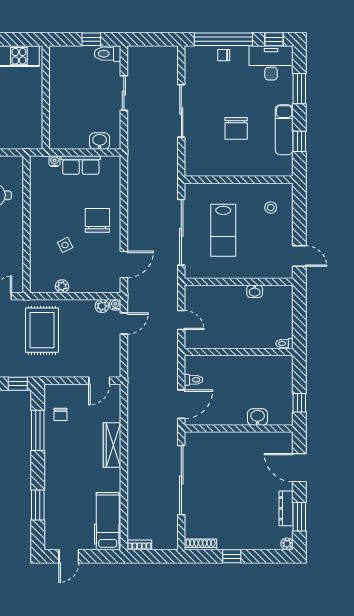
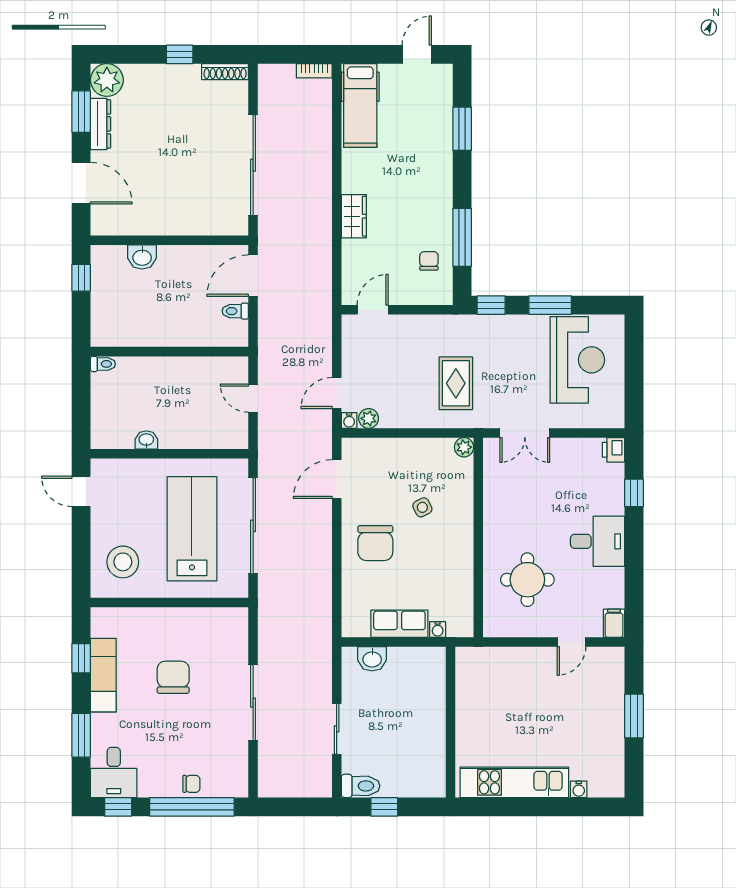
desk: (271, 63) -> (114, 772), width x0.73
stool: (271, 208) -> (123, 562), width x1.89, depth x1.89
lab bench: (223, 230) -> (192, 529), width x1.36, depth x1.39
plant: (62, 286) -> (464, 447), moved
rug: (42, 330) -> (456, 383), width x0.73, depth x0.70
wardrobe: (112, 445) -> (354, 216), width x0.67
plant: (287, 544) -> (107, 80), width x1.88, depth x1.88

